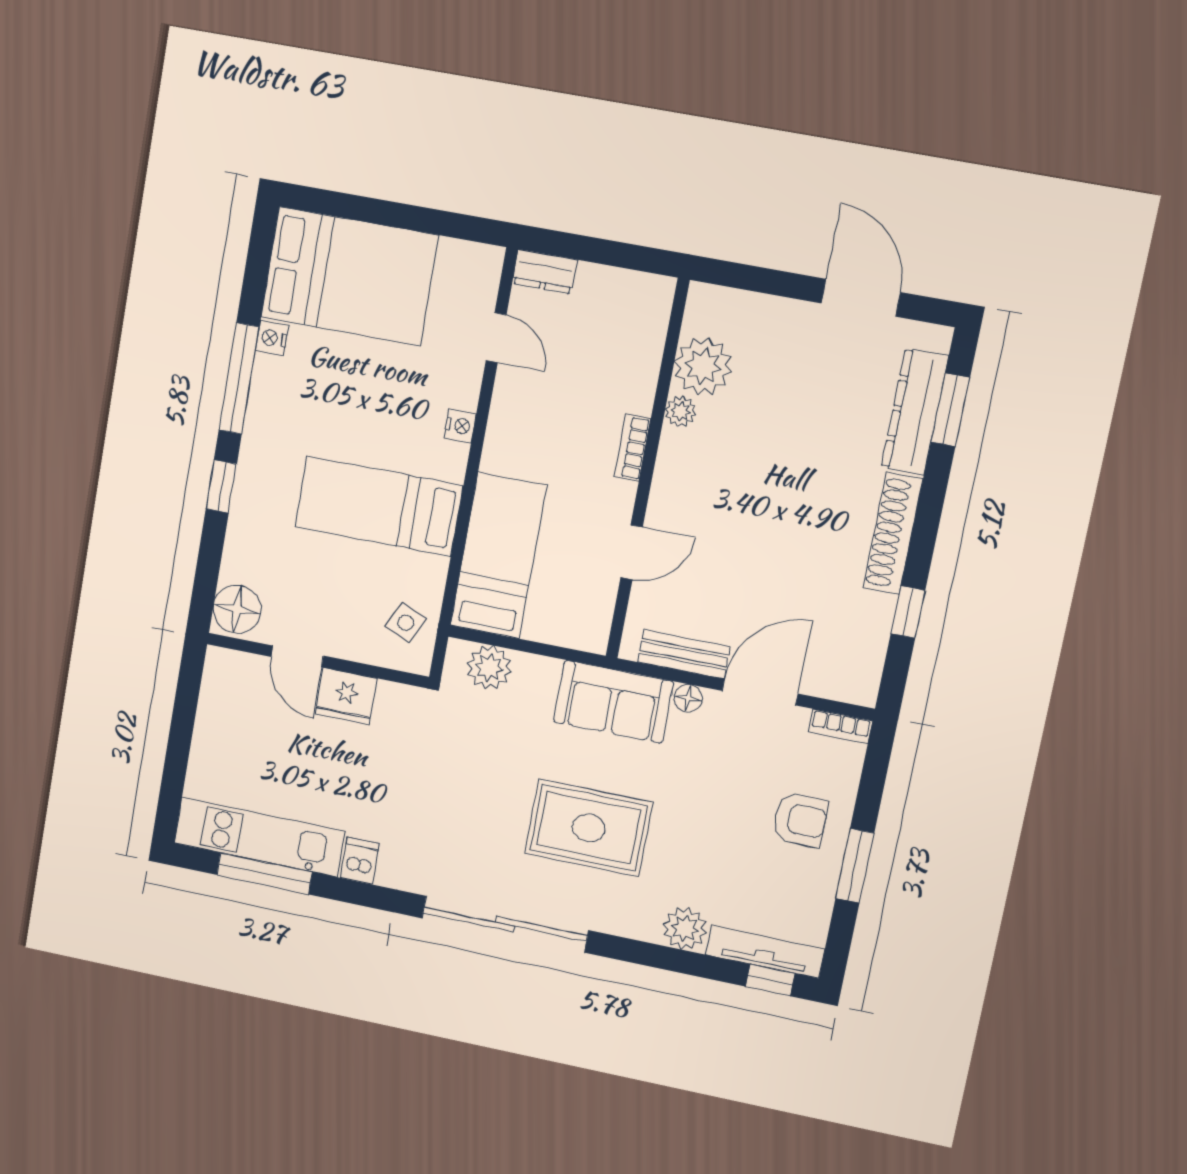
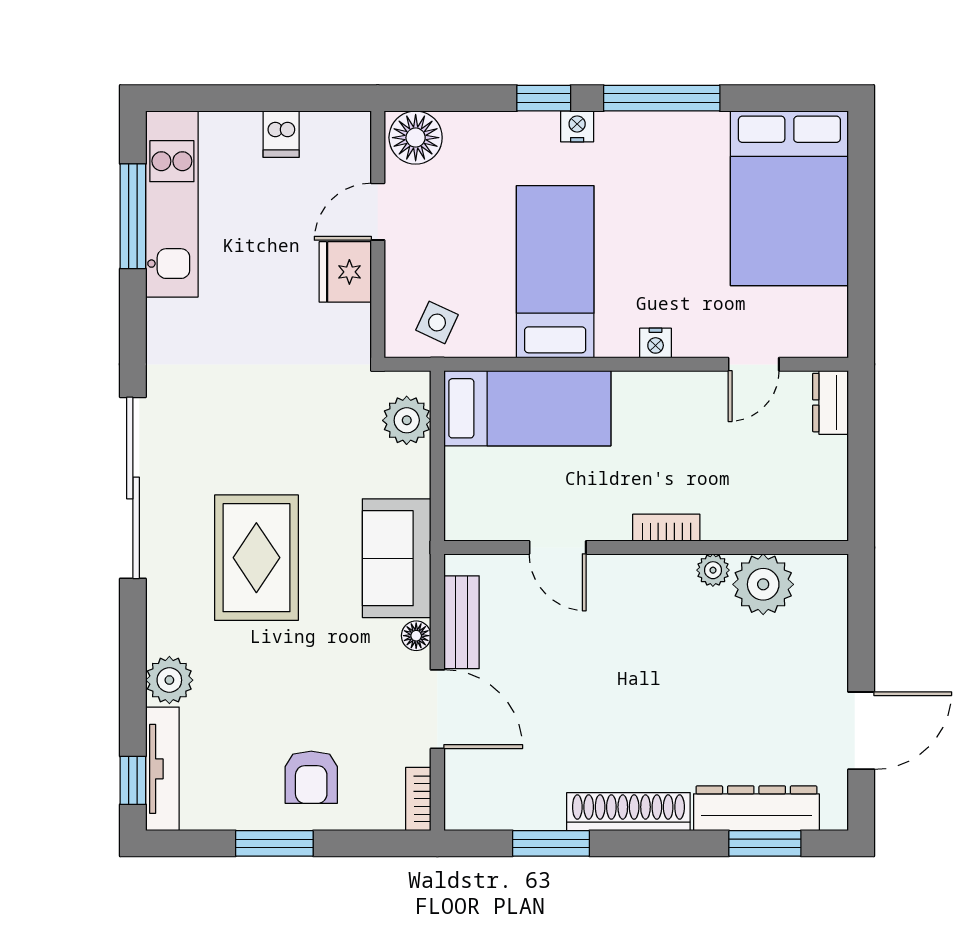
nightstand: (272, 338) -> (577, 126), moved
window: (908, 612) -> (551, 843), width x1.50
dishwasher: (360, 861) -> (281, 134), moved, turned 90

